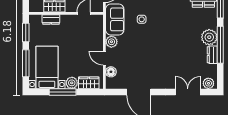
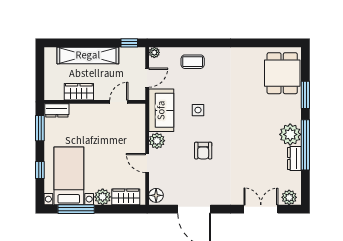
dresser: (51, 20) -> (57, 110), moved
armchair: (145, 49) -> (203, 151), added
window: (26, 63) -> (40, 170), width x0.46
floor lamp: (111, 72) -> (156, 195), moved
window: (63, 92) -> (76, 209), moved

